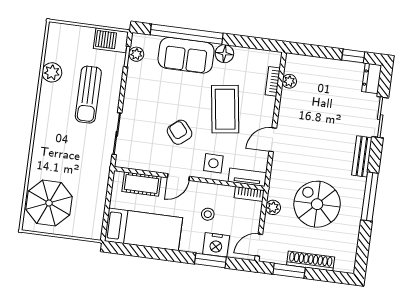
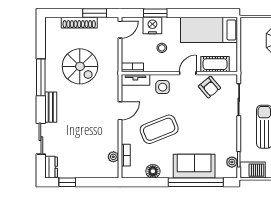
floor lamp: (224, 54) -> (153, 171), moved
coffee table: (225, 109) -> (159, 129), turned 76
armchair: (180, 132) -> (209, 87), moved
plant: (273, 207) -> (113, 60), removed

